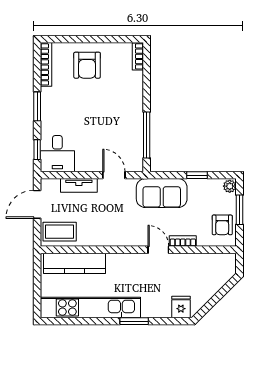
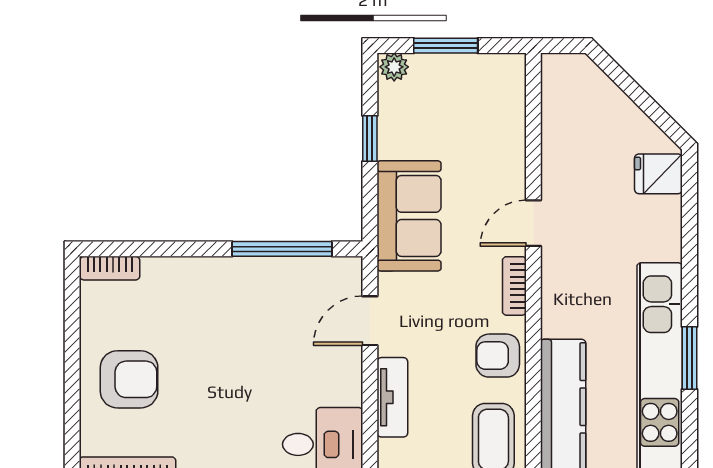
armchair: (222, 225) -> (498, 356), moved, turned 180
bookcase: (183, 241) -> (514, 286), moved
window: (134, 321) -> (690, 358), moved

